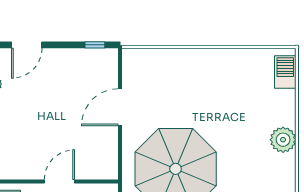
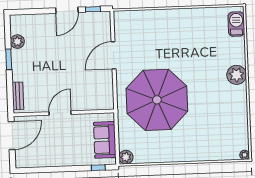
door: (27, 45) -> (67, 10), moved
door: (59, 182) -> (60, 113), moved

